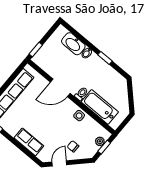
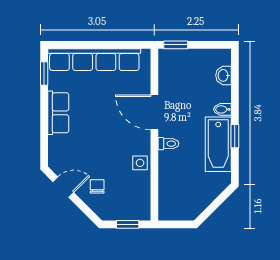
washbasin: (73, 44) -> (224, 75), width x0.52, depth x0.69
bathtub: (100, 107) -> (218, 144), moved, turned 180
plant: (100, 141) -> (130, 213), removed
row of seats: (29, 142) -> (58, 113), moved

